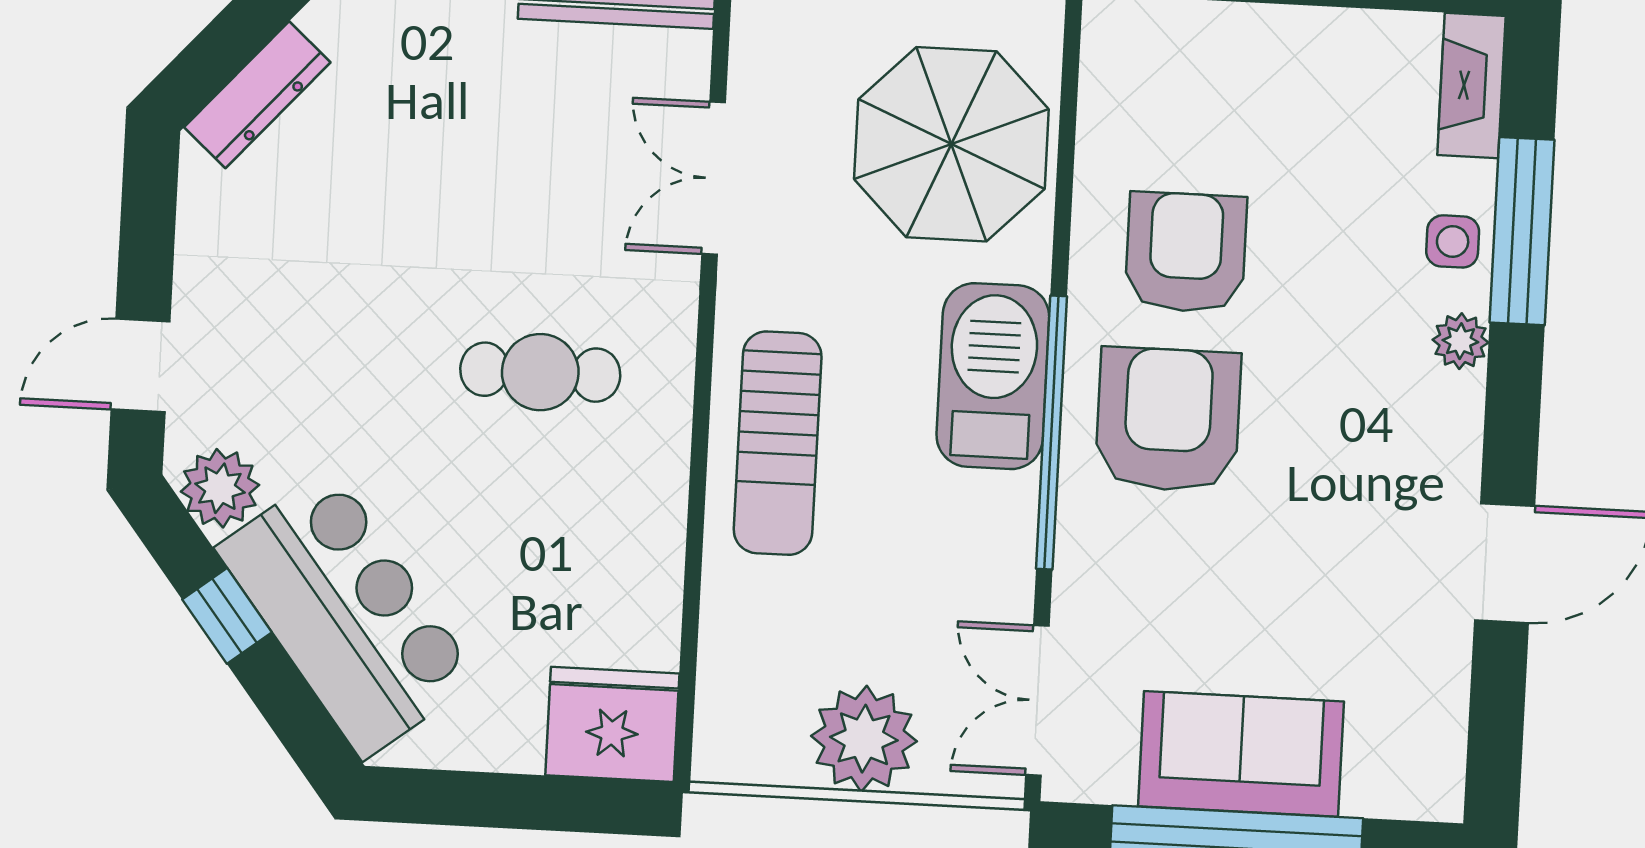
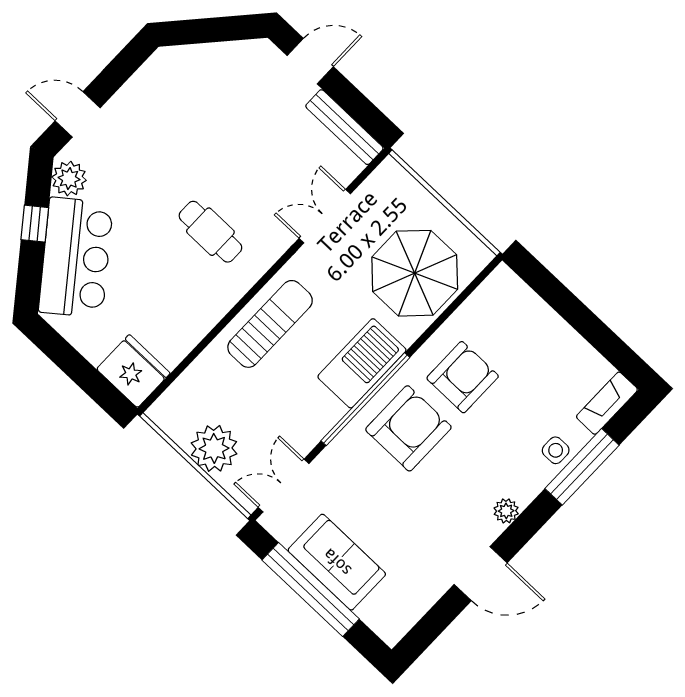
dresser: (257, 95) -> (195, 57), removed
plant: (1460, 341) -> (506, 511), moved
sun lounger: (778, 443) -> (270, 324), turned 180

